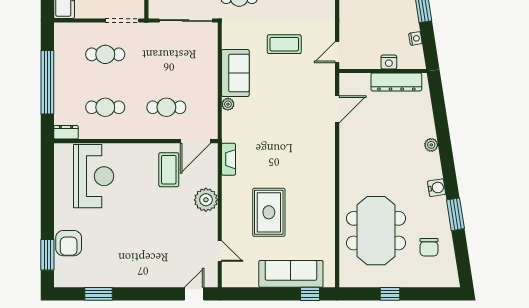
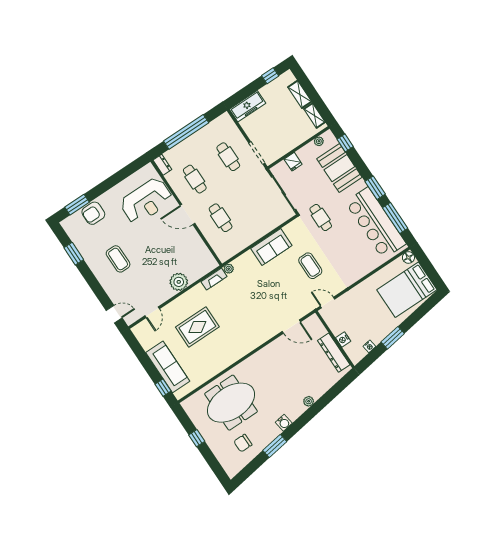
plant: (228, 104) -> (229, 269), moved
door: (195, 141) -> (187, 214), moved
coffee table: (169, 170) -> (118, 259), moved, turned 90

